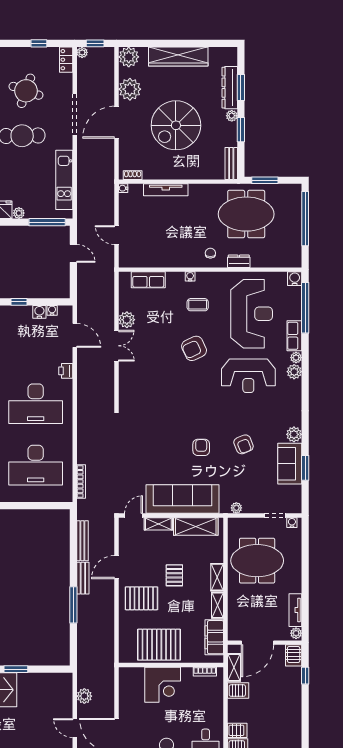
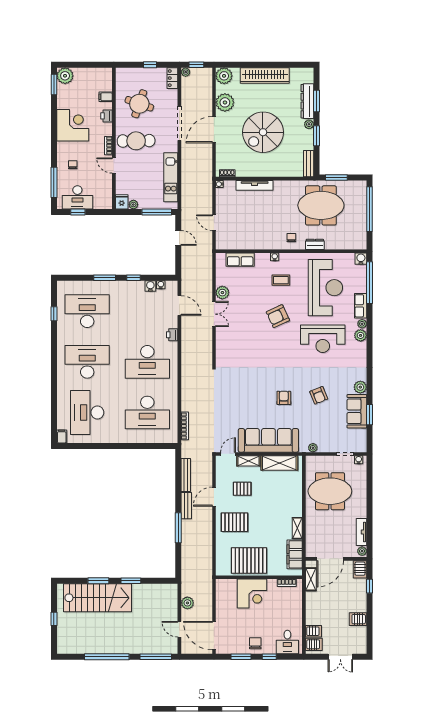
pallet: (174, 575) -> (242, 489), moved, turned 90
shelving: (217, 577) -> (297, 505), removed
server rack: (238, 691) -> (358, 619), moved, turned 180

